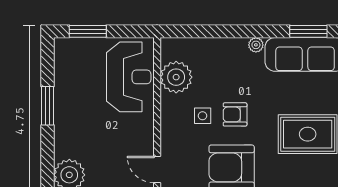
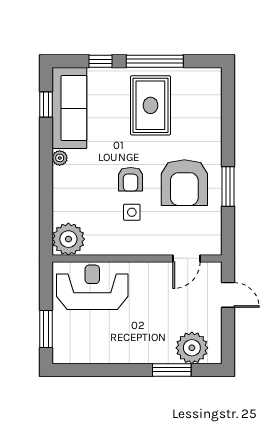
window: (308, 31) -> (46, 105), width x0.67
plant: (176, 77) -> (68, 239), moved
window: (48, 106) -> (172, 370), moved

